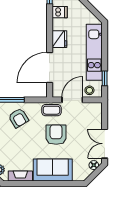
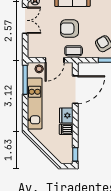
dishwasher: (60, 12) -> (66, 129), moved
window: (105, 78) -> (25, 80), width x2.17
armchair: (56, 135) -> (69, 29), turned 90

